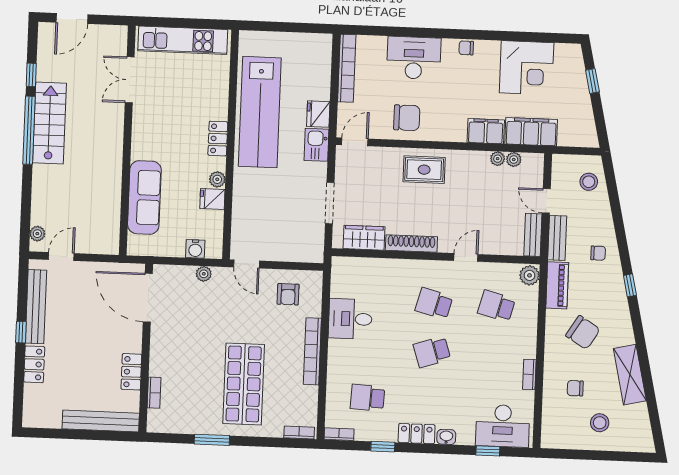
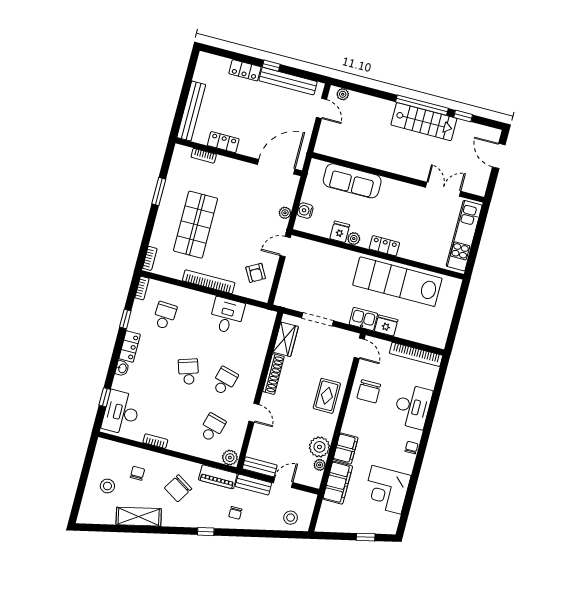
plant: (498, 159) -> (319, 447), width x1.87, depth x1.87
armchair: (288, 294) -> (256, 273), turned -119
shop shelf: (244, 384) -> (196, 225), turned 90

